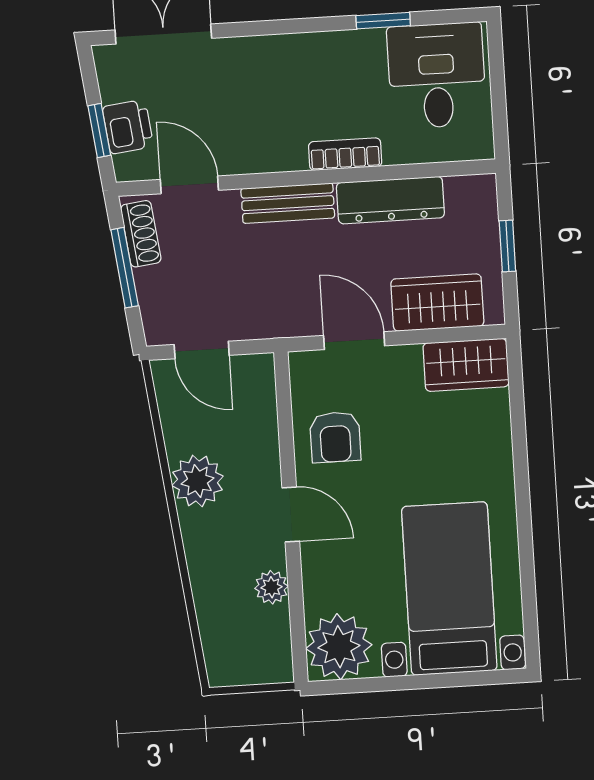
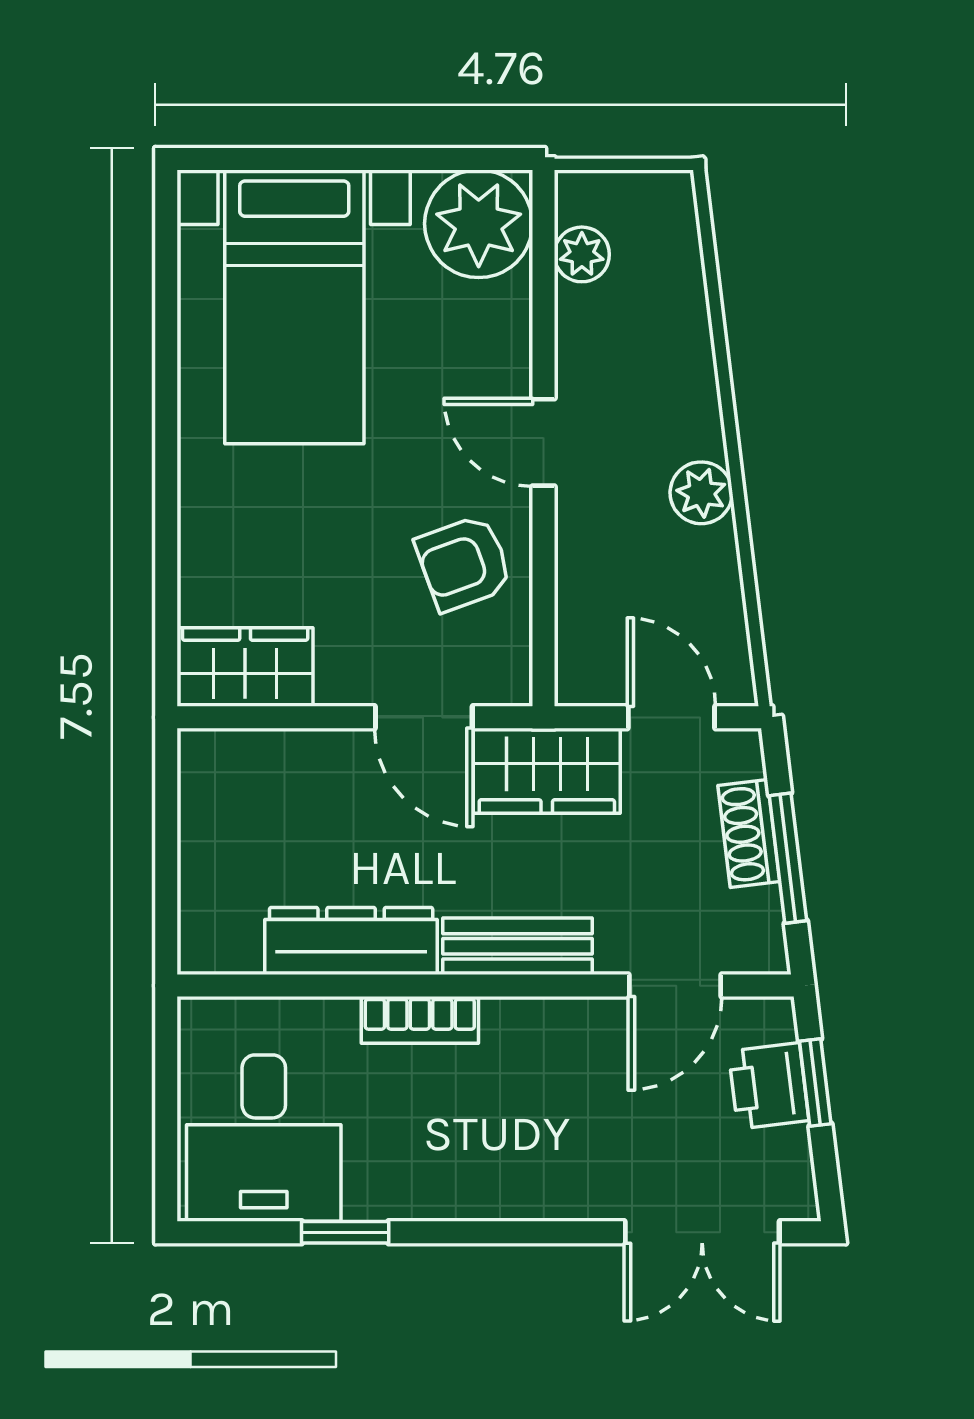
door: (189, 185) -> (675, 986), hinge flipped
shoe rack: (141, 234) -> (749, 833), moved
window: (507, 246) -> (166, 855), removed
wardrobe: (437, 303) -> (547, 771), moved
armchair: (335, 437) -> (464, 563), turned -110
plant: (197, 481) -> (701, 493), width x0.73, depth x0.73
plant: (272, 587) -> (582, 254), moved

